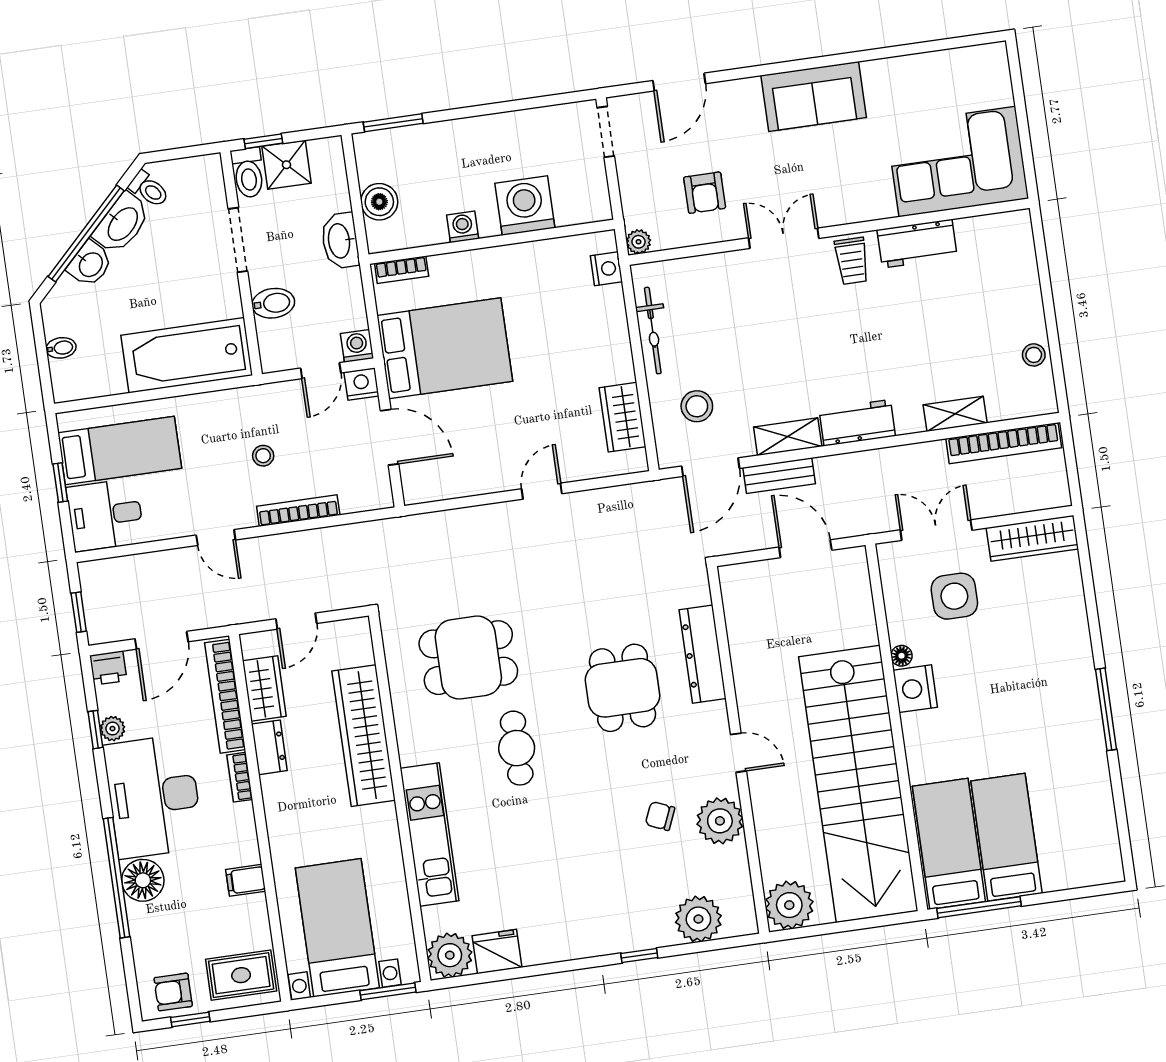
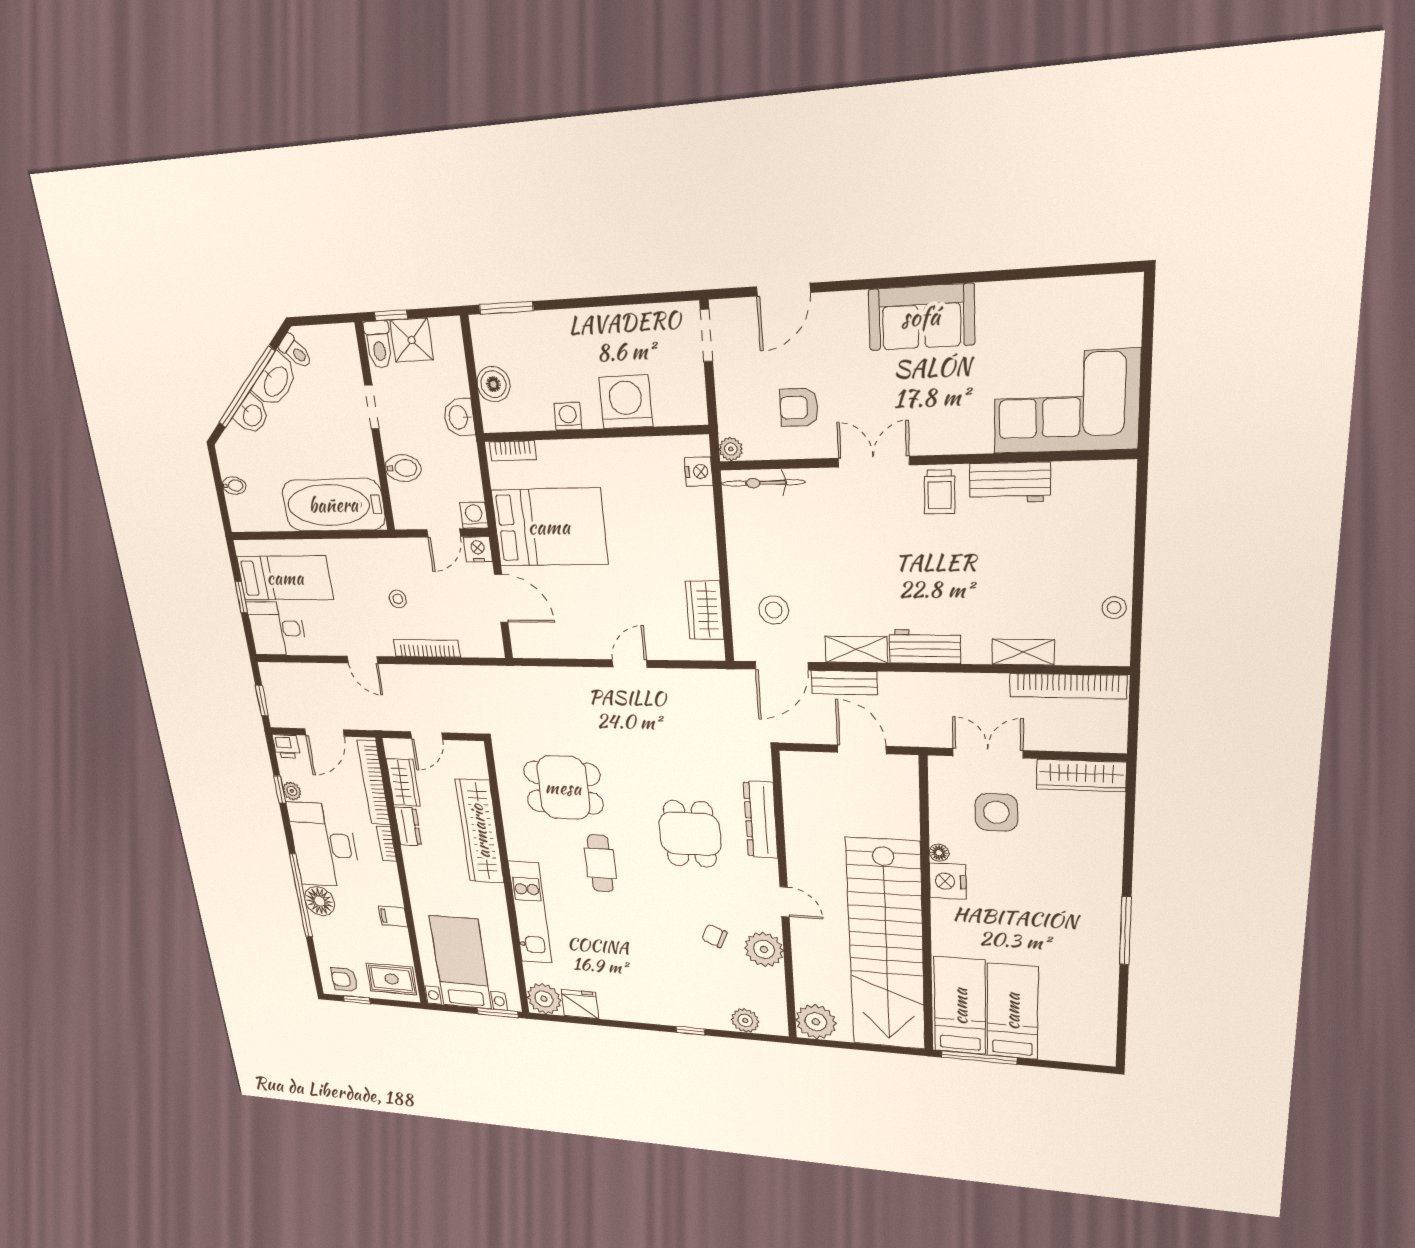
armchair: (705, 193) -> (799, 407), turned 90
doorway: (238, 240) -> (372, 407), width x0.73
washbasin: (340, 241) -> (459, 417), width x0.72
bicycle: (653, 331) -> (763, 483), moved, turned 90
plant: (698, 919) -> (745, 1021), width x0.73, depth x0.73

